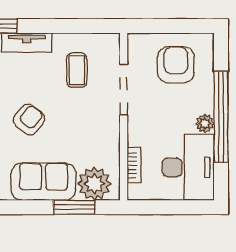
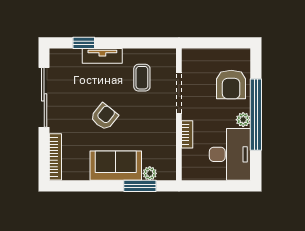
armchair: (176, 65) -> (231, 85), moved, turned 180
bookcase: (134, 165) -> (187, 134), moved
plant: (94, 184) -> (150, 173), width x0.53, depth x0.53

